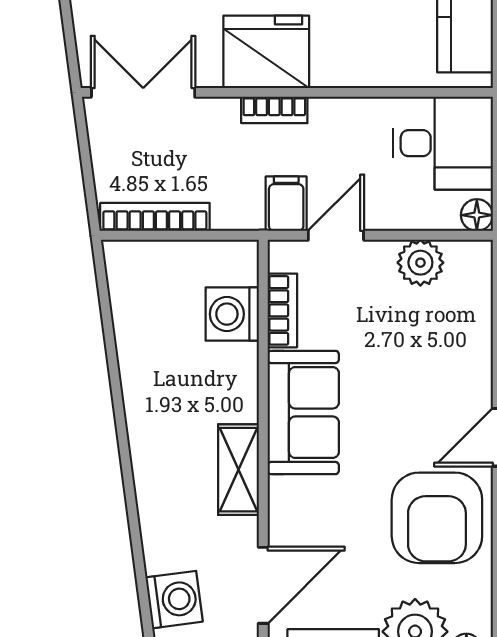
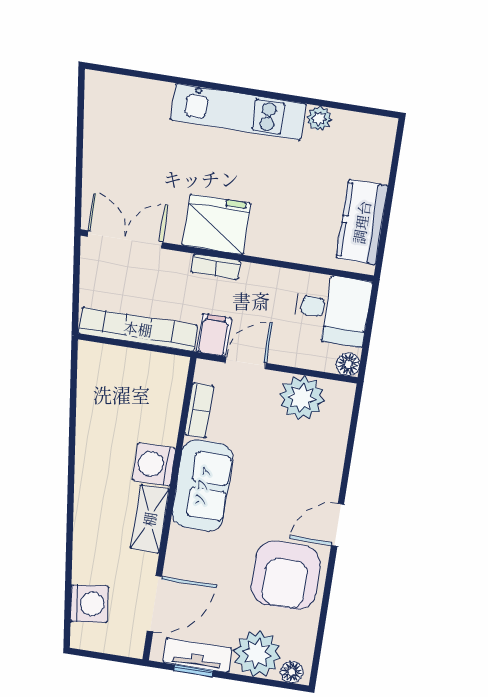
bookcase: (155, 217) -> (138, 329), width x1.48, depth x1.31
plant: (420, 263) -> (302, 398), width x1.36, depth x1.36
washing machine: (232, 314) -> (154, 464), moved

